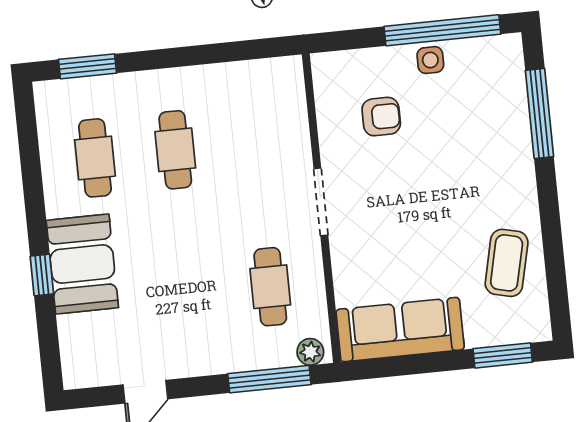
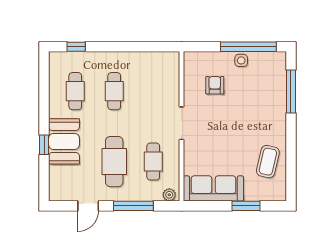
window: (87, 66) -> (76, 47), width x0.67
armchair: (381, 117) -> (215, 85), turned -90
cafe table: (190, 295) -> (114, 162), added
window: (503, 355) -> (246, 206), moved
window: (269, 379) -> (133, 206), moved

